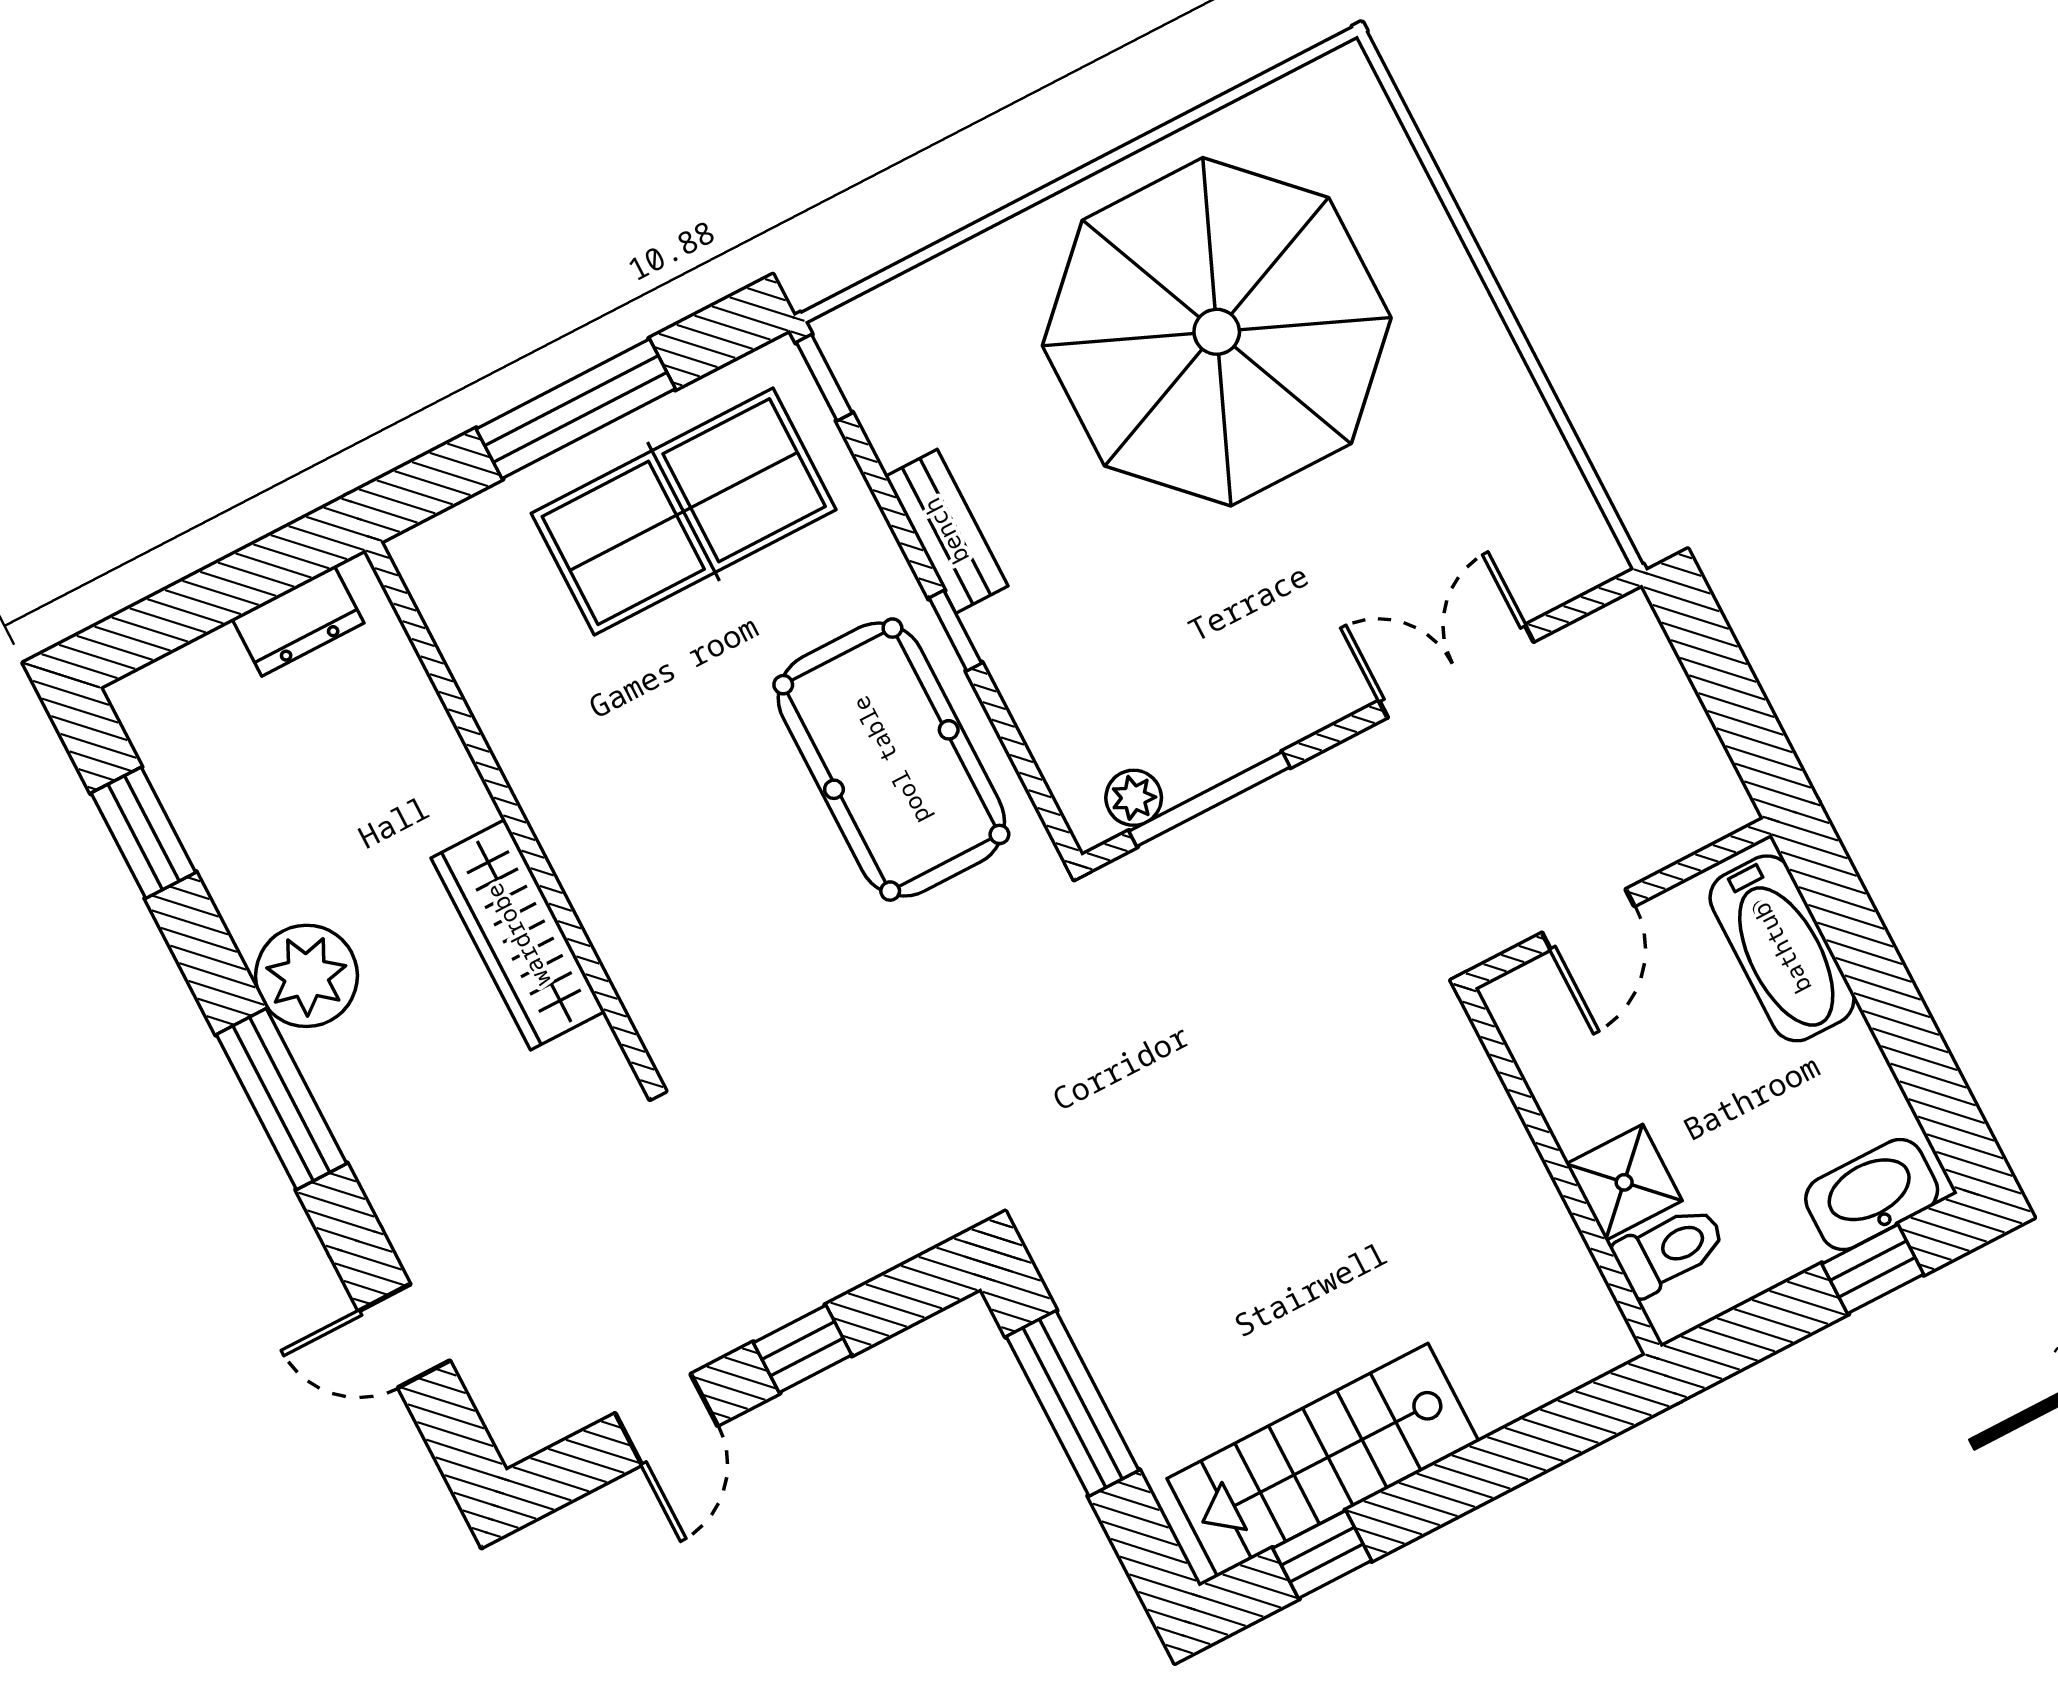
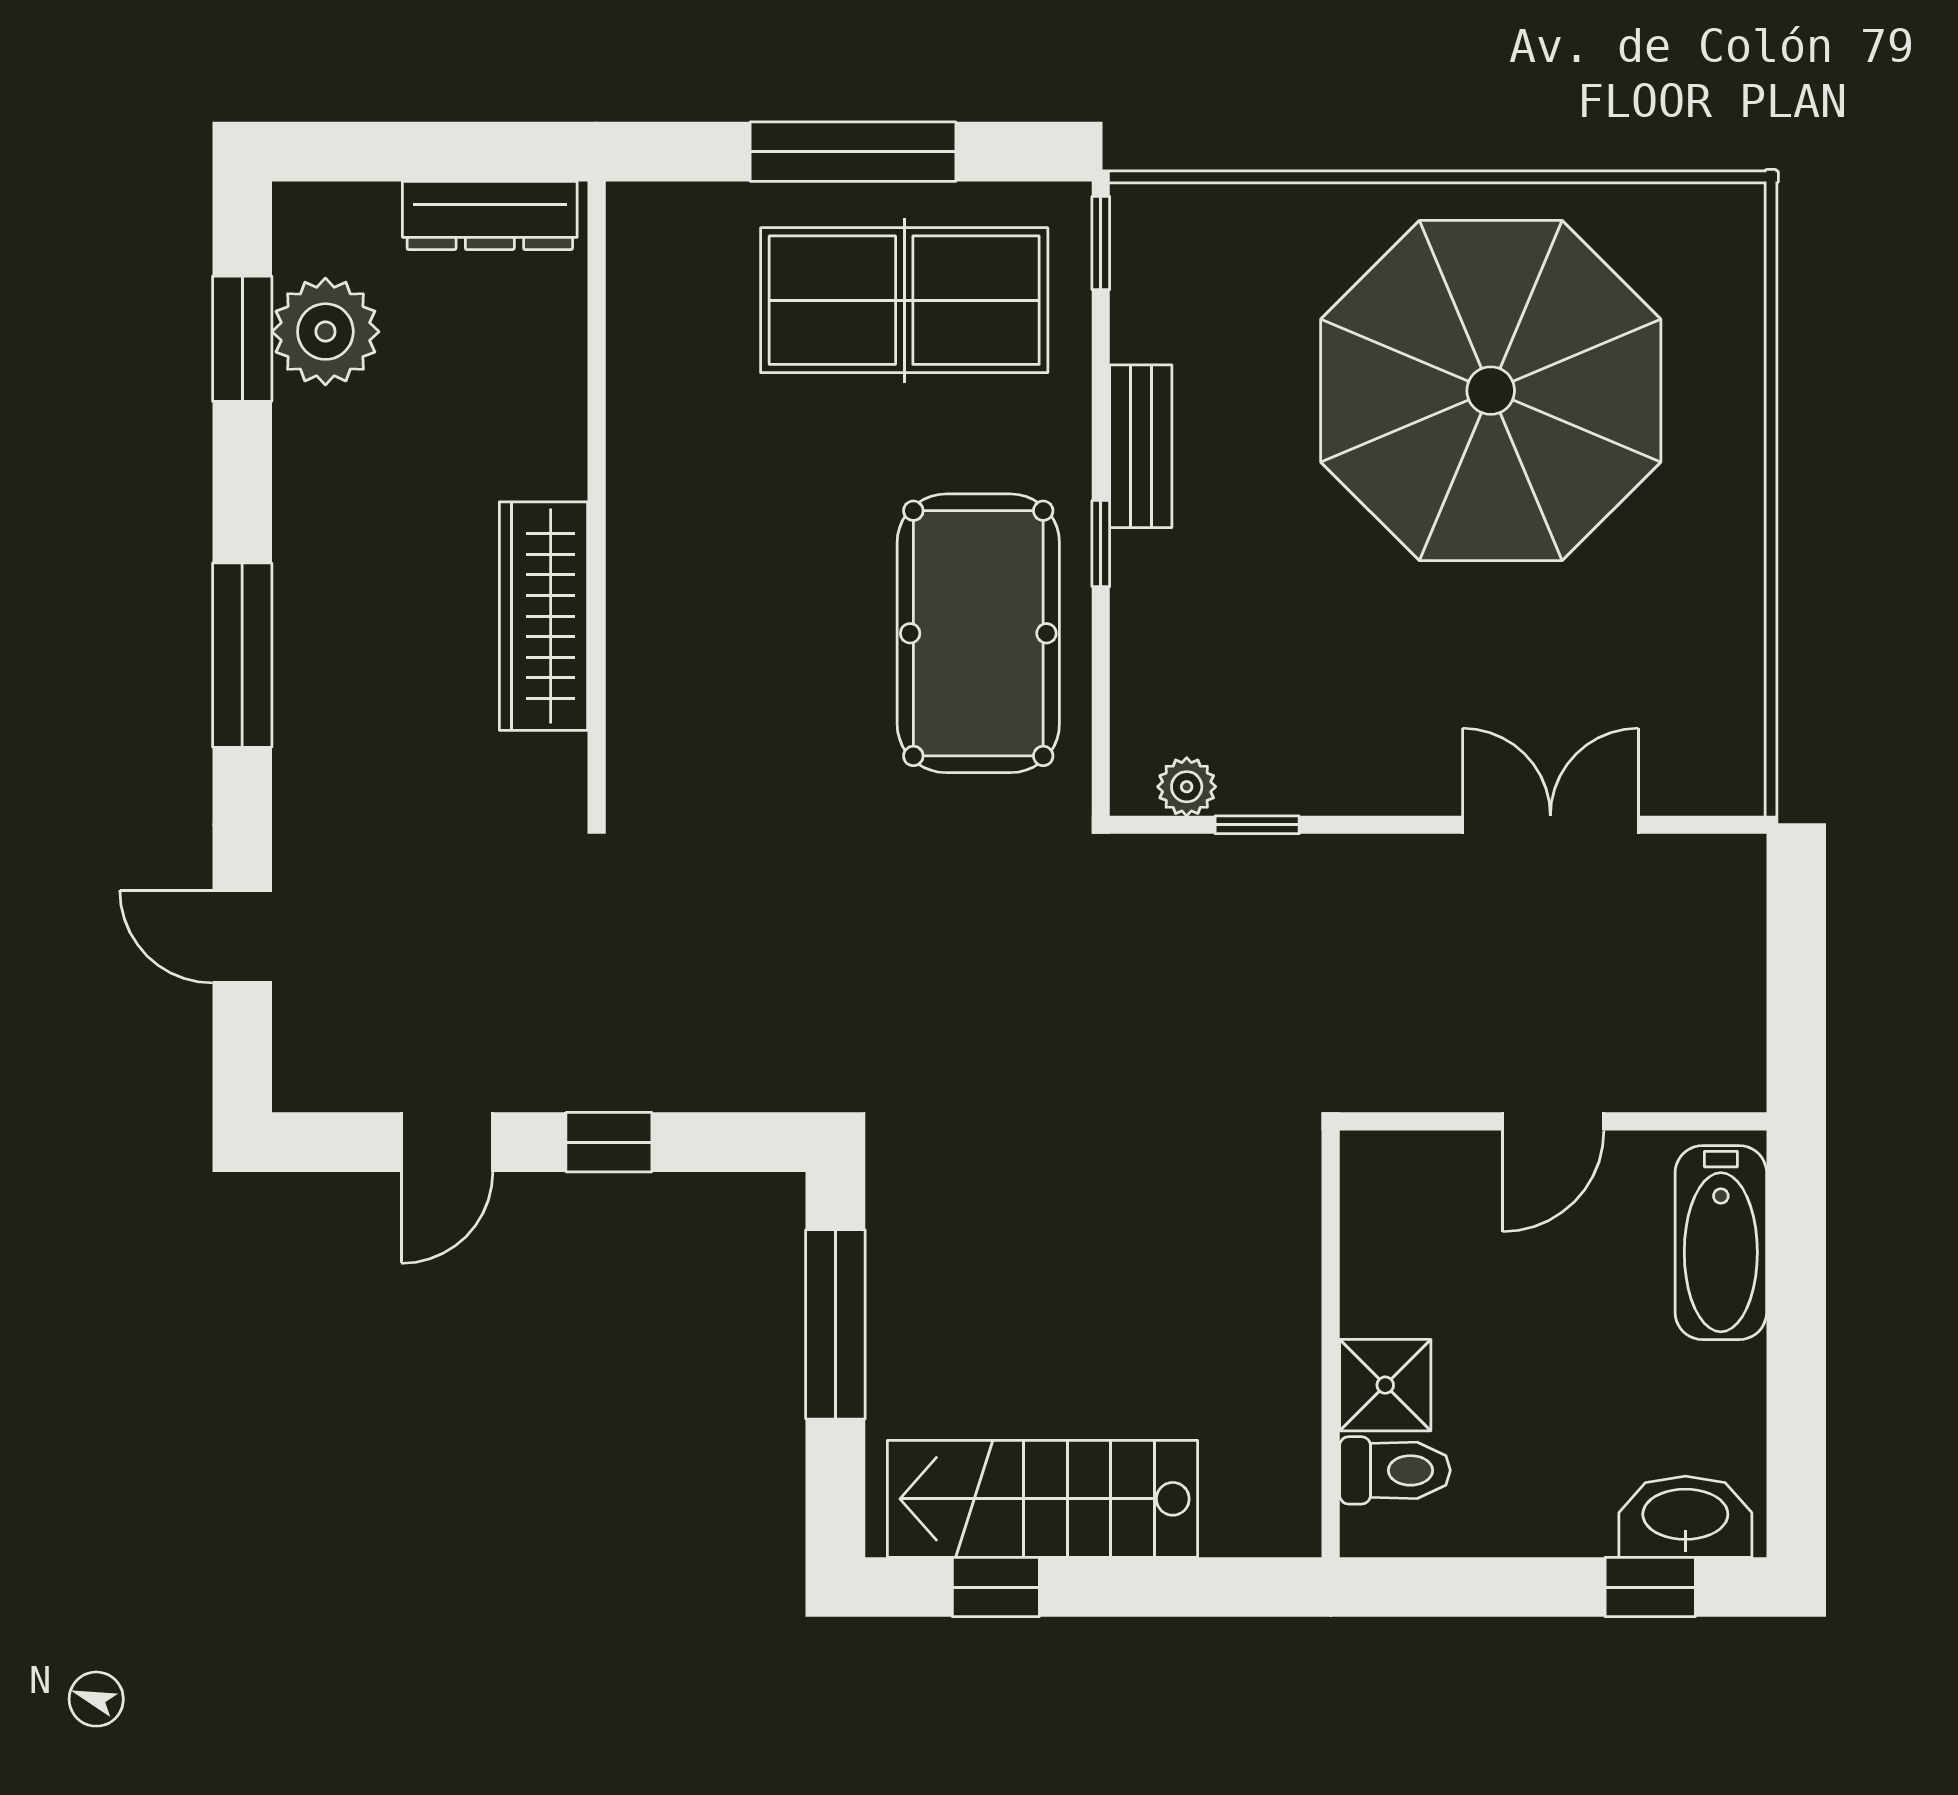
dresser: (298, 621) -> (490, 215), width x1.44
window: (1210, 799) -> (1257, 825), width x0.46
plant: (306, 976) -> (325, 332), moved
wall: (1560, 1171) -> (1331, 1344), moved
shower: (1624, 1182) -> (1385, 1385), moved
toilet: (1670, 1250) -> (1395, 1470), moved

